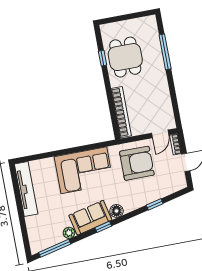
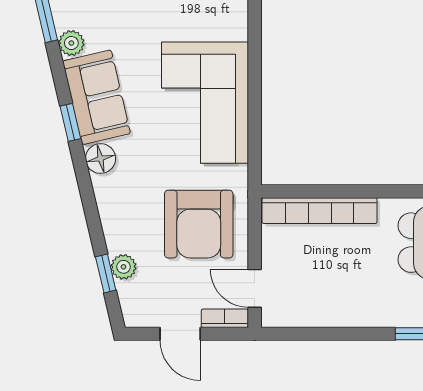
plant: (161, 192) -> (124, 267), added
window: (155, 204) -> (106, 273), moved

